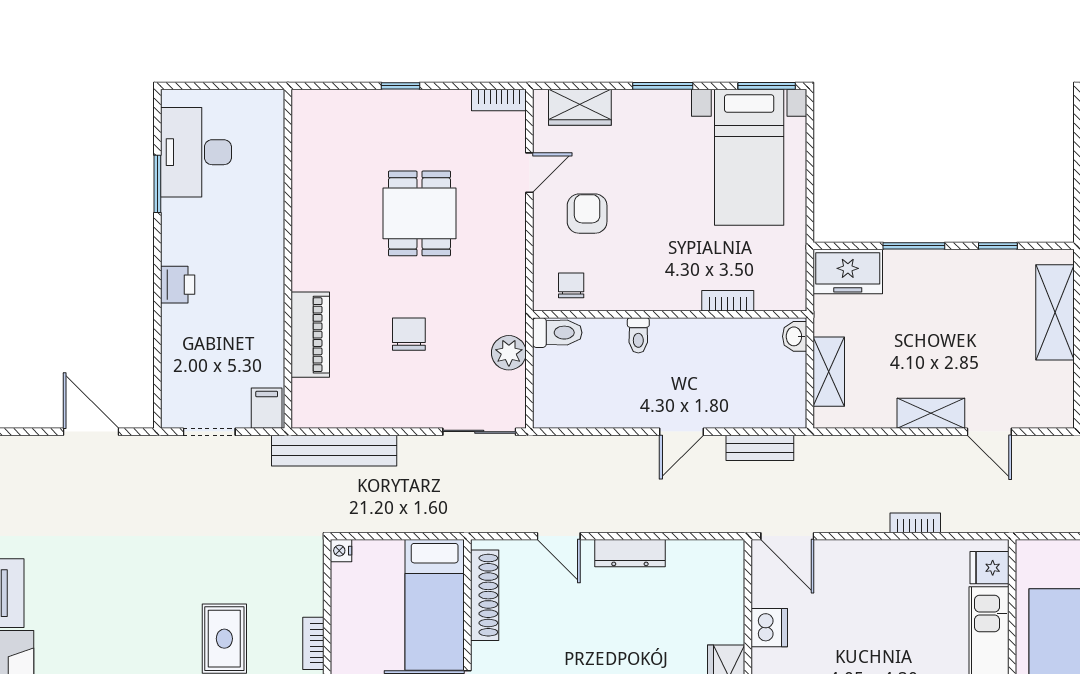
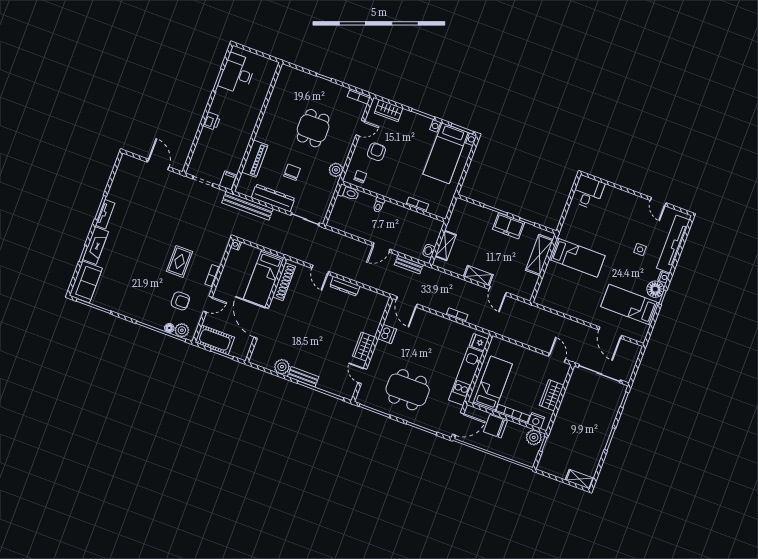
freezer: (848, 271) -> (509, 226), moved
washbasin: (795, 336) -> (429, 251), moved
plant: (509, 353) -> (336, 170), moved
dresser: (387, 410) -> (273, 198), added

